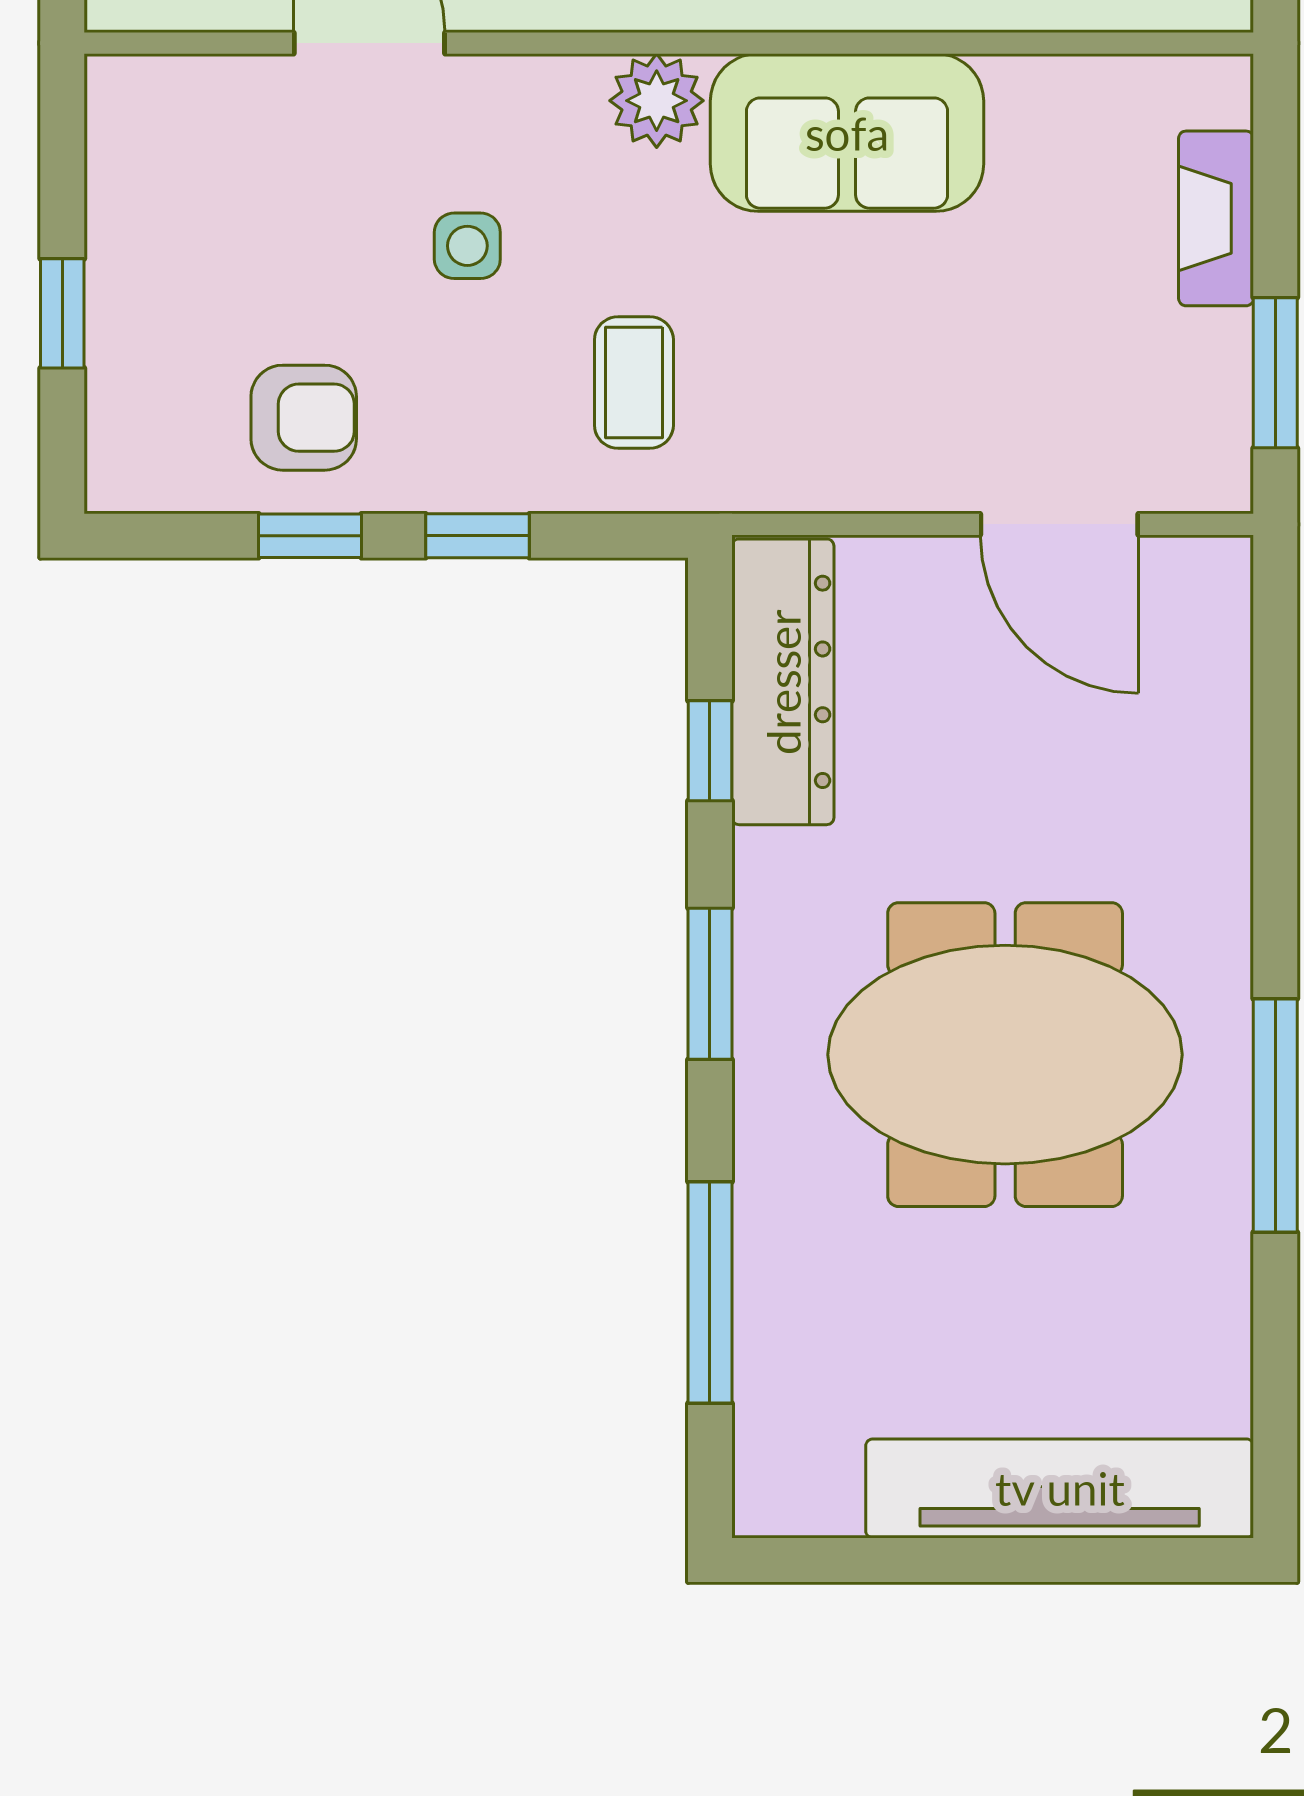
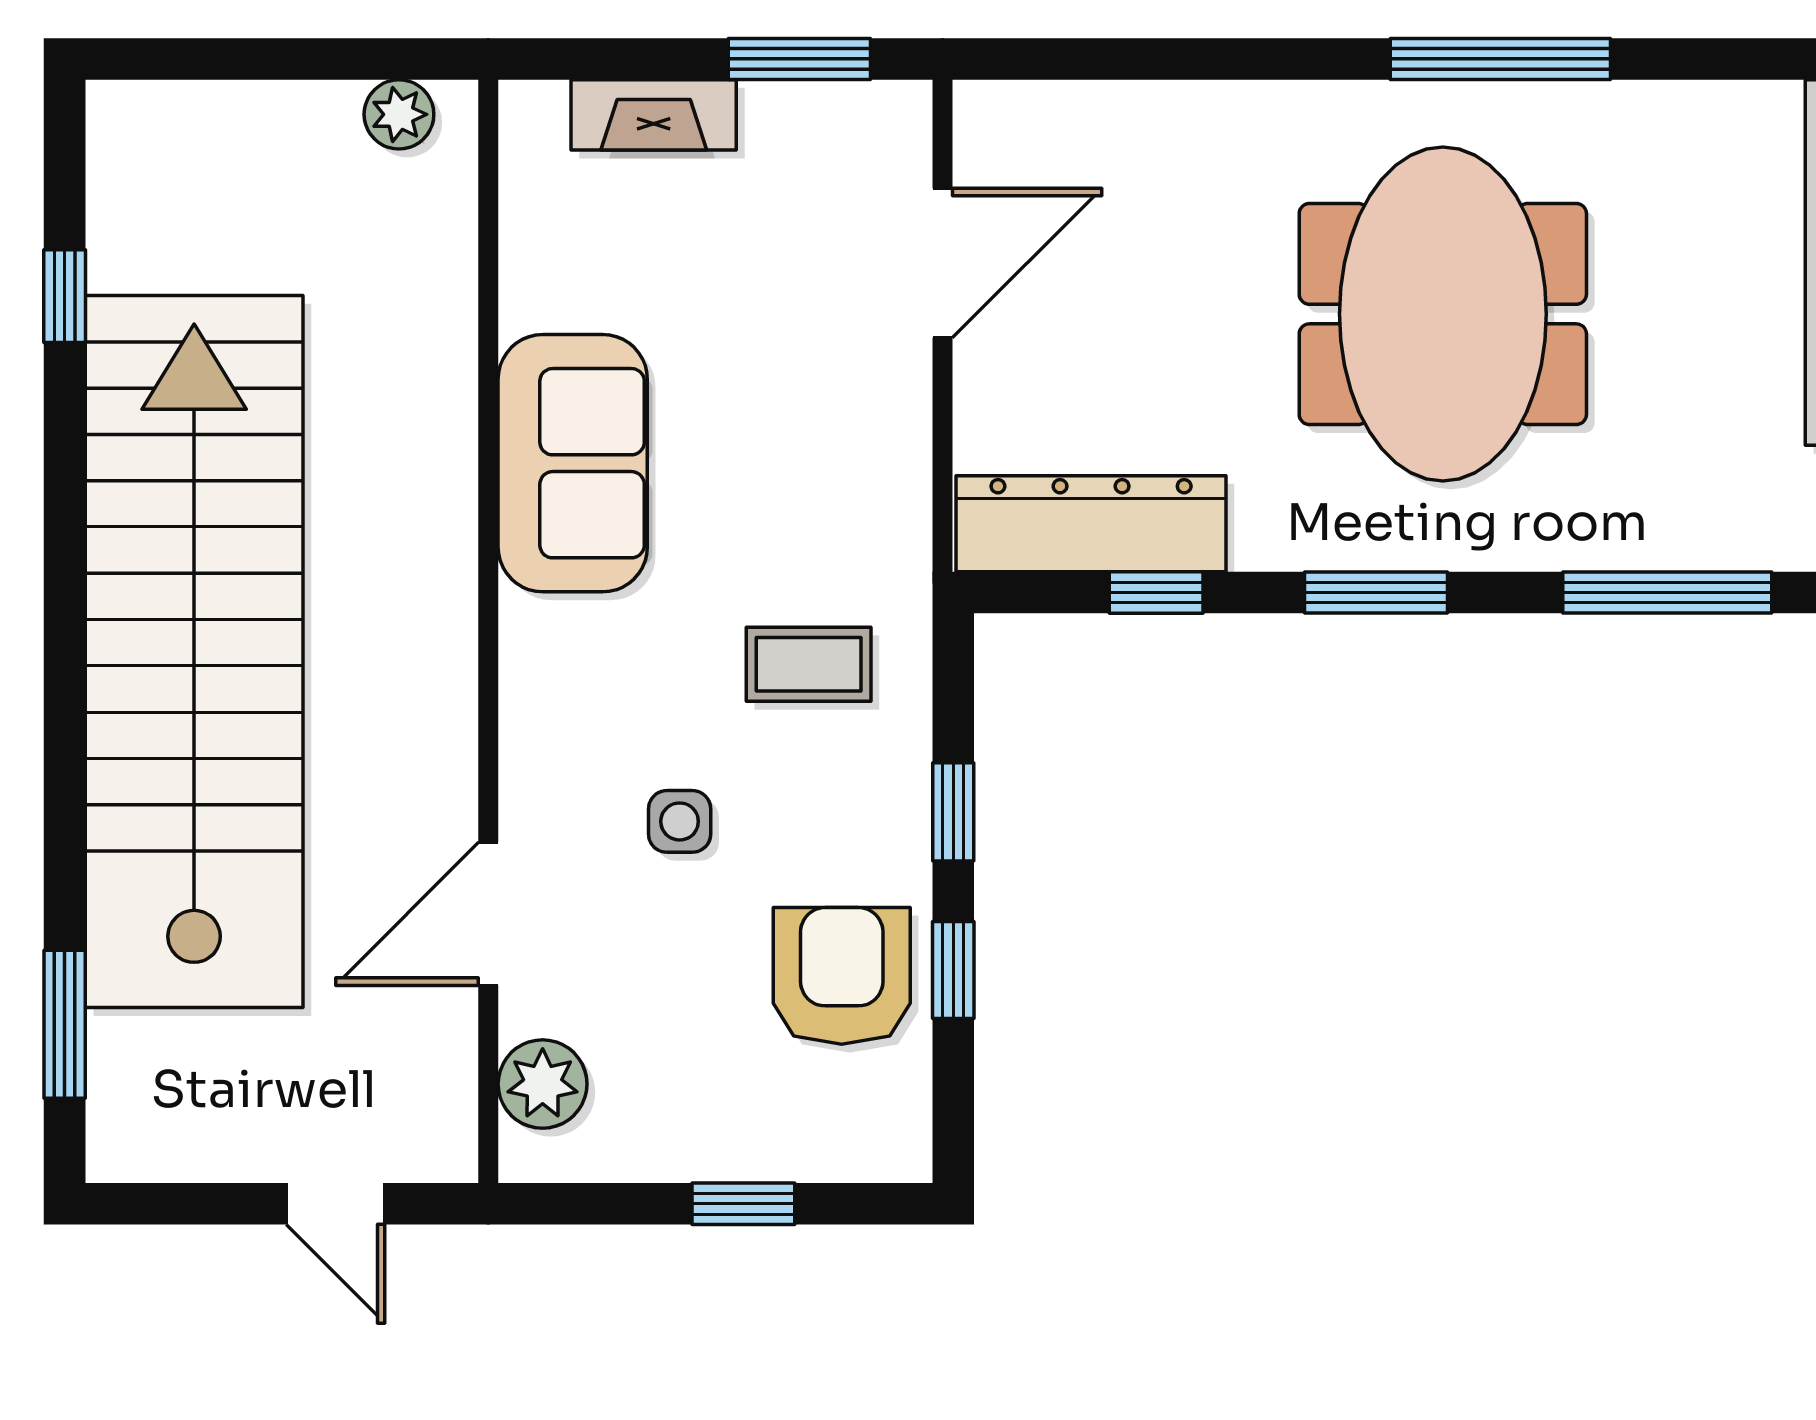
plant: (657, 101) -> (543, 1084), moved
armchair: (304, 418) -> (842, 976), width x1.38, depth x1.38

